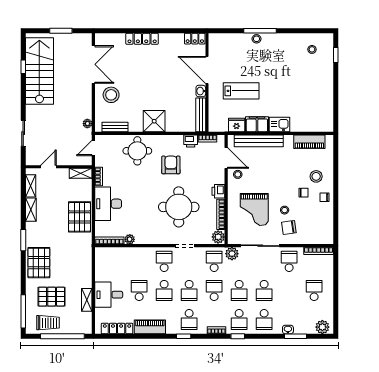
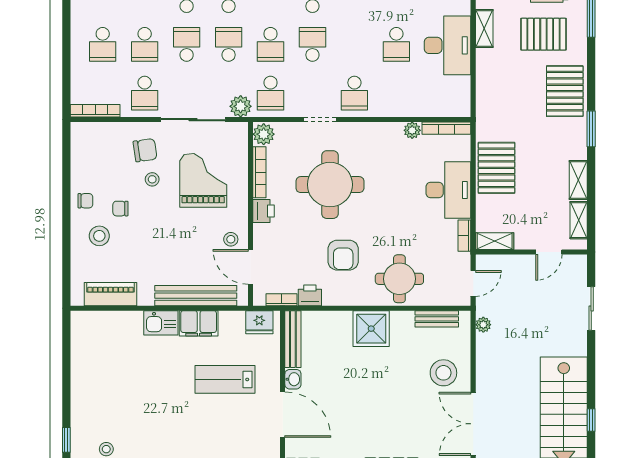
fridge: (237, 125) -> (259, 322), moved
school desk: (164, 290) -> (145, 44), moved, turned 180
desk: (109, 295) -> (447, 45), width x1.37

